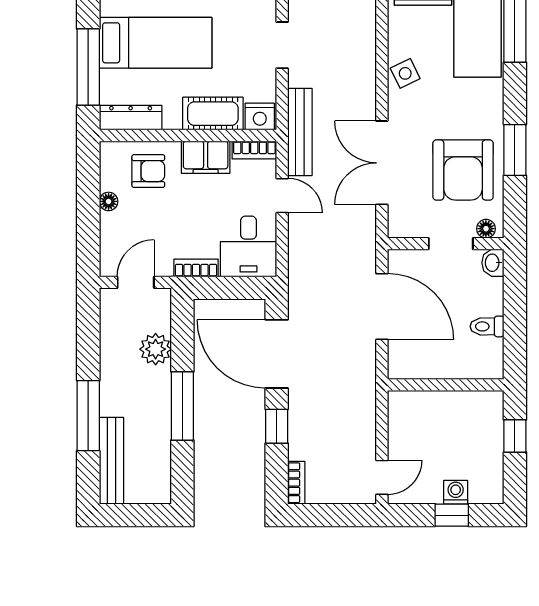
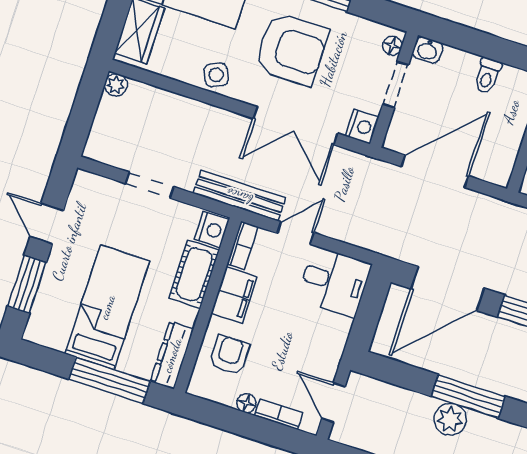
armchair: (463, 170) -> (292, 49), moved
nightstand: (401, 225) -> (362, 127), added
bookcase: (196, 268) -> (279, 414), moved, turned 90
plant: (156, 349) -> (450, 419), moved

